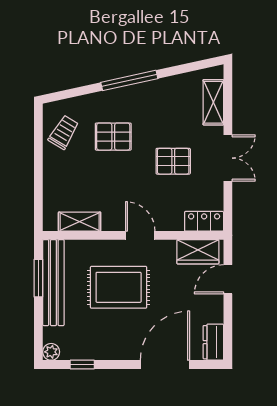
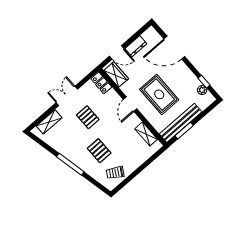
dresser: (213, 342) -> (136, 46), moved
plant: (51, 352) -> (202, 90), moved

